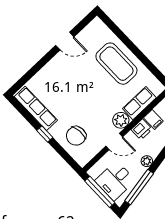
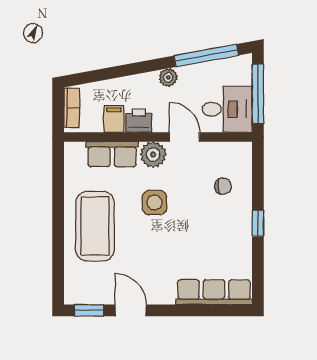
window: (83, 23) -> (89, 310), added
side table: (100, 99) -> (154, 203), added
row of seats: (36, 108) -> (214, 292), moved, turned 90
chair: (76, 136) -> (223, 186), width x0.54, depth x0.54
desk: (115, 181) -> (227, 109), moved

